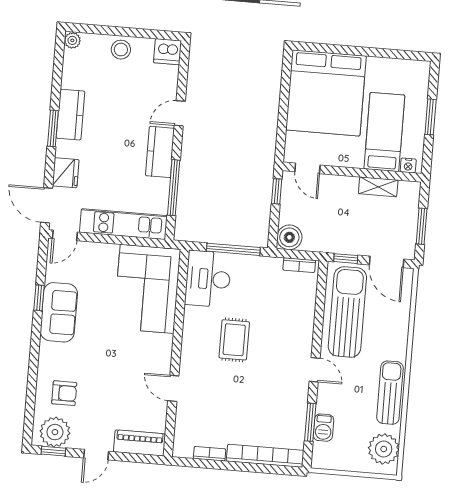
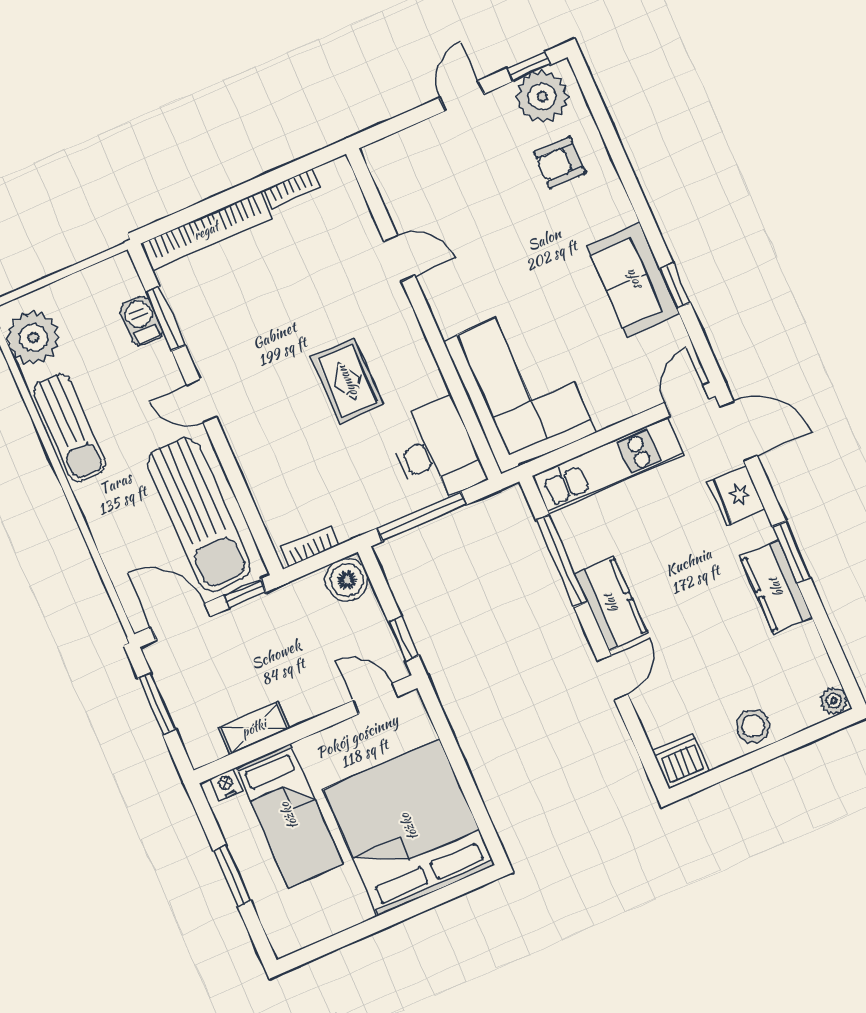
piano: (140, 443) -> (406, 149), removed

